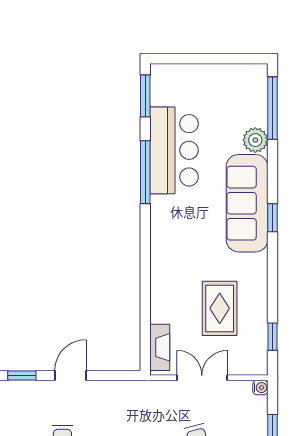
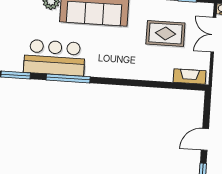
door: (70, 375) -> (205, 139), hinge flipped
double door: (202, 378) -> (213, 35), moved

